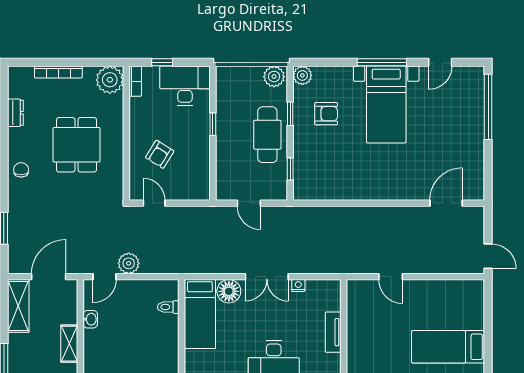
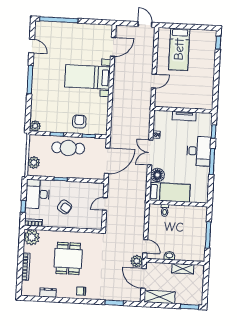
plant: (274, 77) -> (34, 163), moved
bed with nightstands: (386, 105) -> (88, 77), moved, turned 180
armchair: (326, 114) -> (79, 122), moved
dining table: (77, 145) -> (68, 258), turned 90
armchair: (160, 154) -> (65, 207), moved
door: (154, 203) -> (105, 204), moved
door: (249, 203) -> (107, 161), width x1.87
door: (446, 203) -> (113, 47), swing flipped
door: (488, 256) -> (145, 24), hinge flipped
plant: (129, 263) -> (137, 261), moved
double door: (267, 277) -> (150, 153), swing flipped
bed: (448, 347) -> (179, 49), moved

